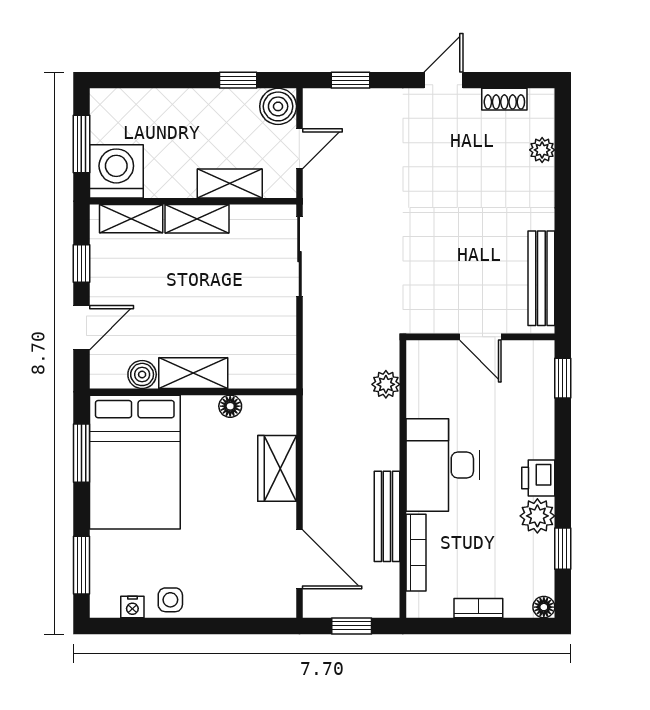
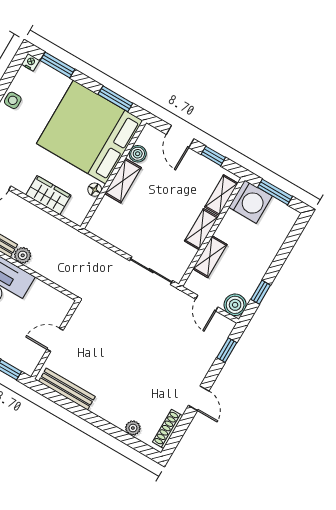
shoe rack: (504, 99) -> (168, 429), width x1.43
plant: (386, 384) -> (23, 255), moved
bed: (135, 462) -> (90, 132), width x1.36
nightstand: (132, 607) -> (31, 62), moved, turned 90

